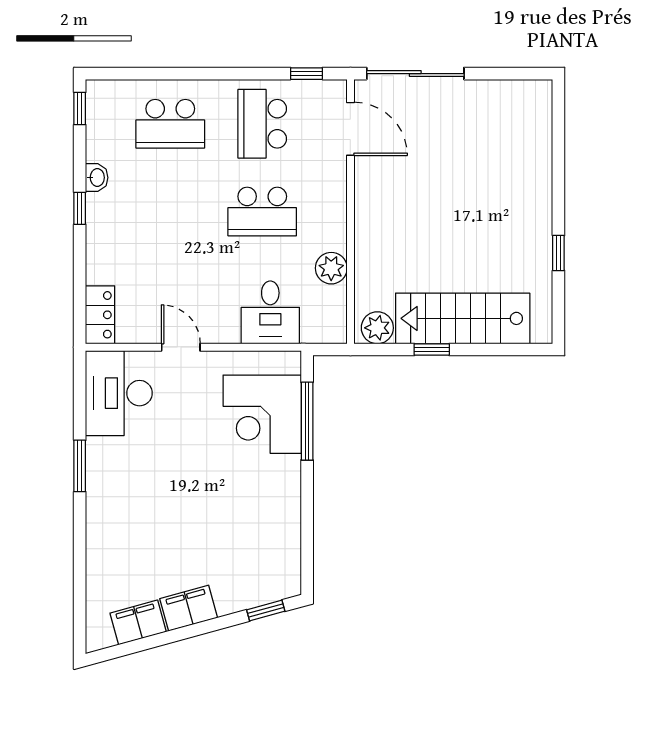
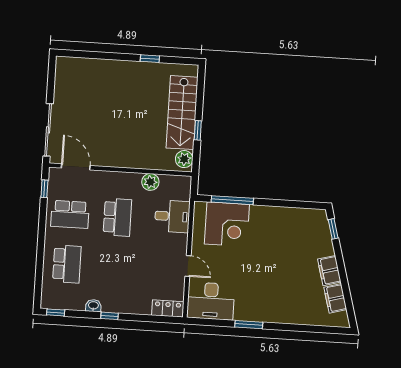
door: (350, 129) -> (76, 167), hinge flipped
door: (181, 347) -> (188, 266), swing flipped

